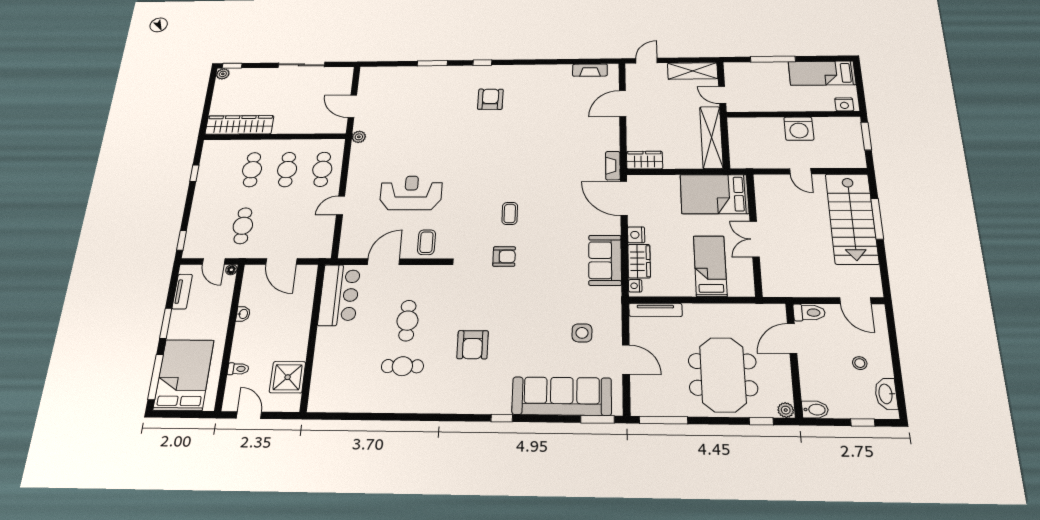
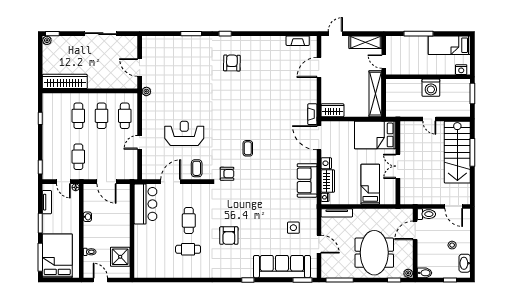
armchair: (504, 257) -> (227, 174), moved

